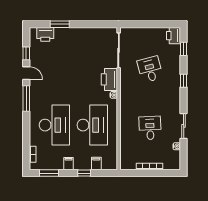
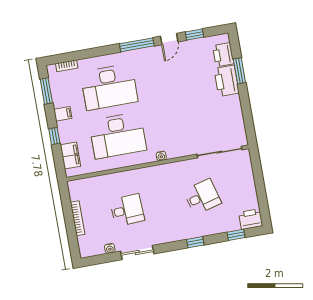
printer: (109, 79) -> (227, 81), moved, turned -90
filing cabinet: (96, 164) -> (70, 156), width x2.00

